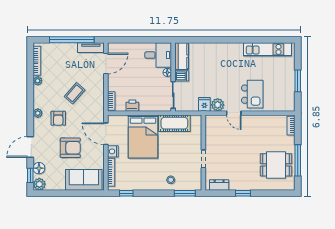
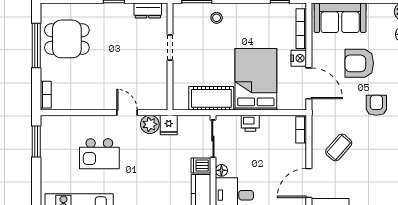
window: (298, 81) -> (36, 141), moved
coffee table: (75, 93) -> (339, 147), moved
kitchen island: (252, 94) -> (99, 154), moved, turned -90
printer: (132, 106) -> (250, 123), moved

